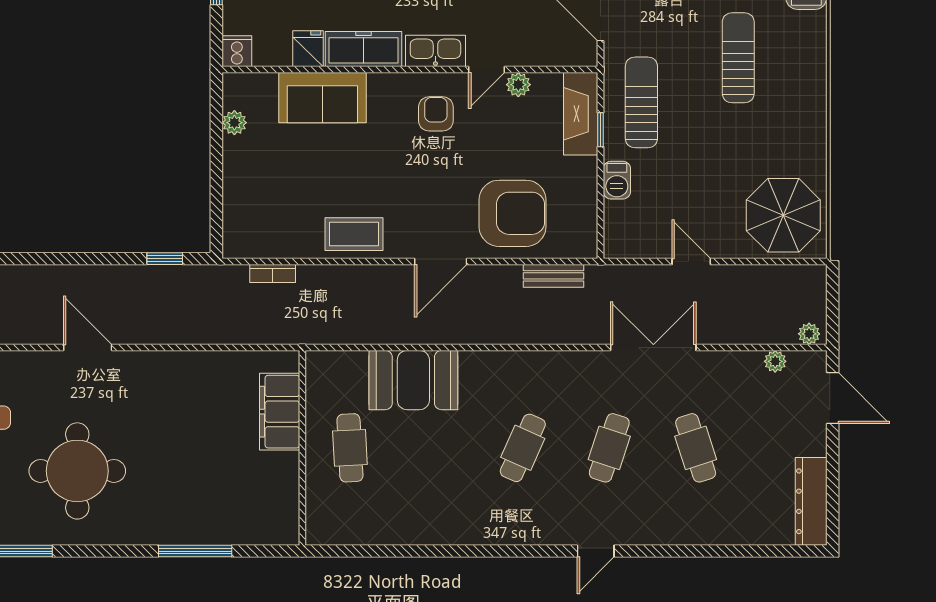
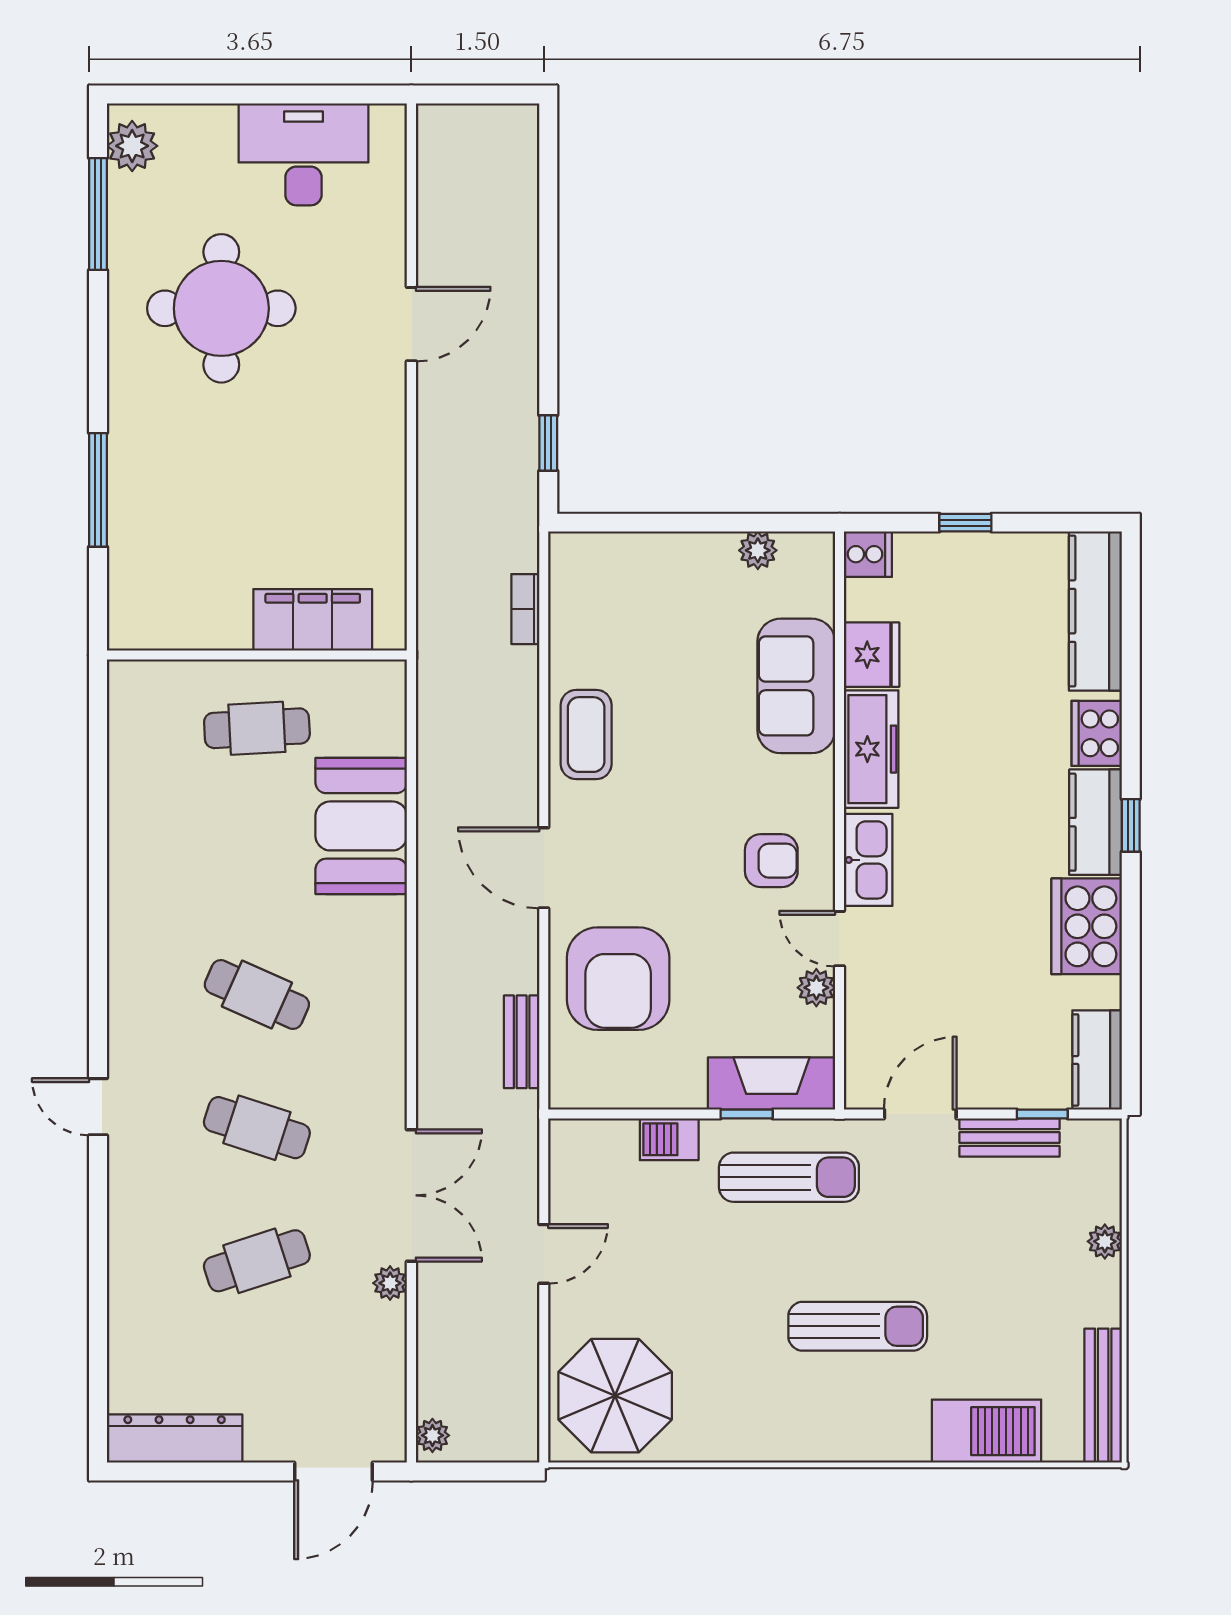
fridge: (308, 49) -> (872, 655), width x1.38
plant: (775, 361) -> (390, 1283), moved

